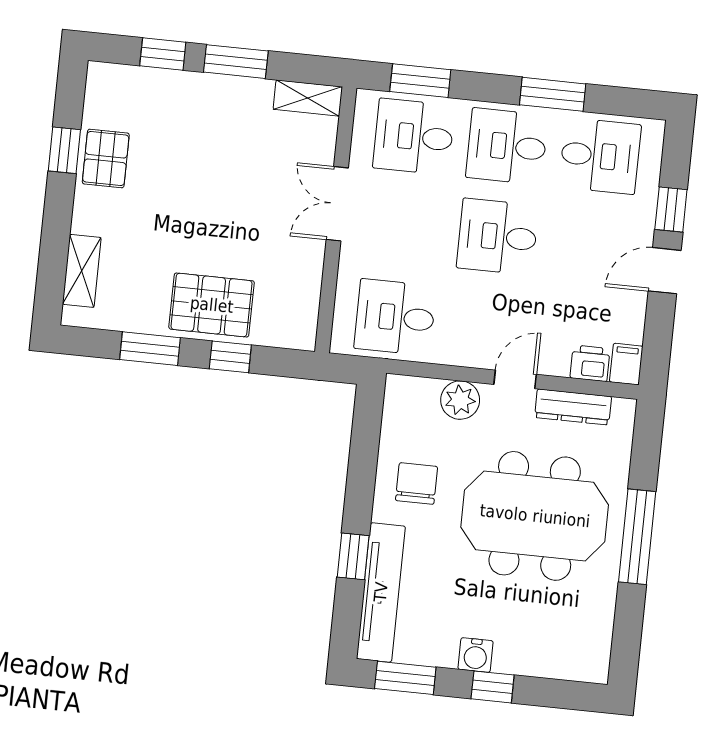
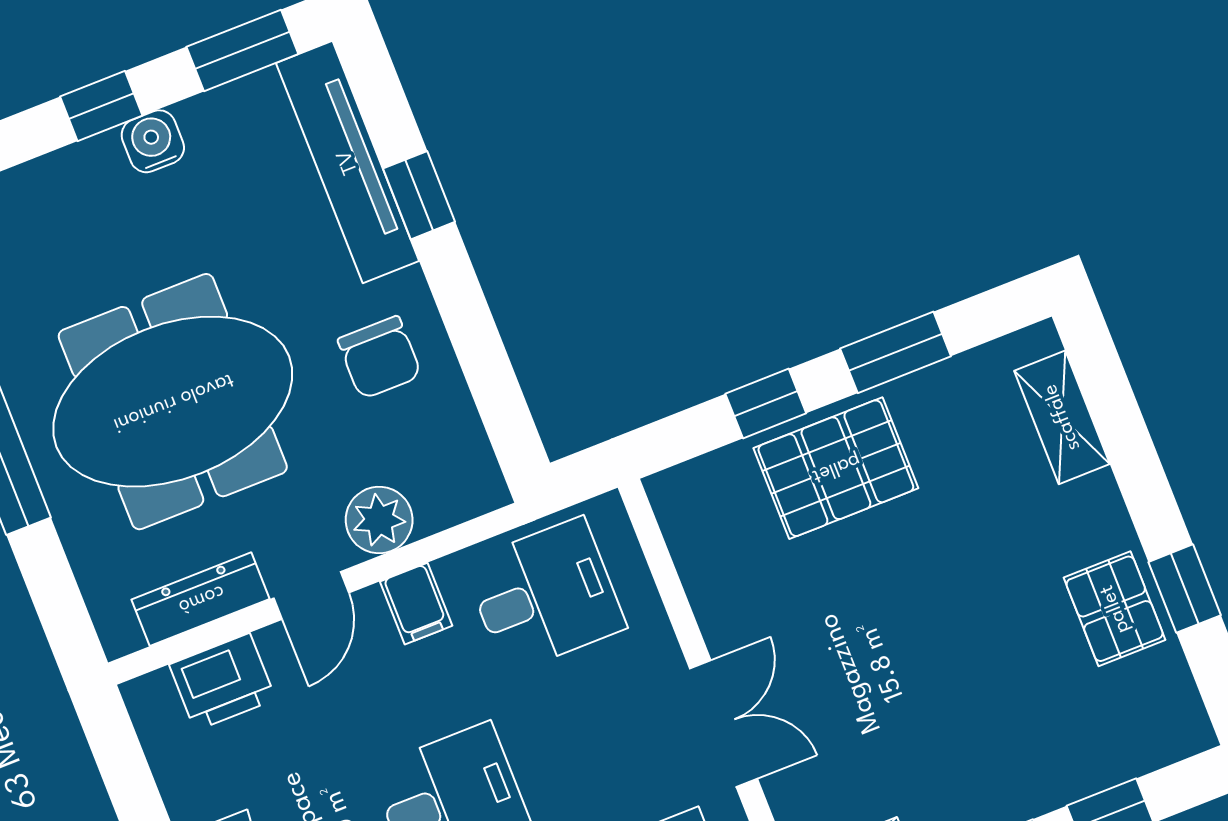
printer: (590, 363) -> (222, 682), width x1.36, depth x1.24
filing cabinet: (626, 364) -> (416, 604), moved

